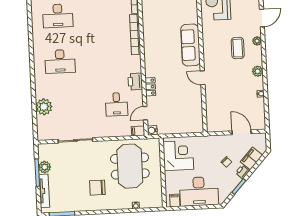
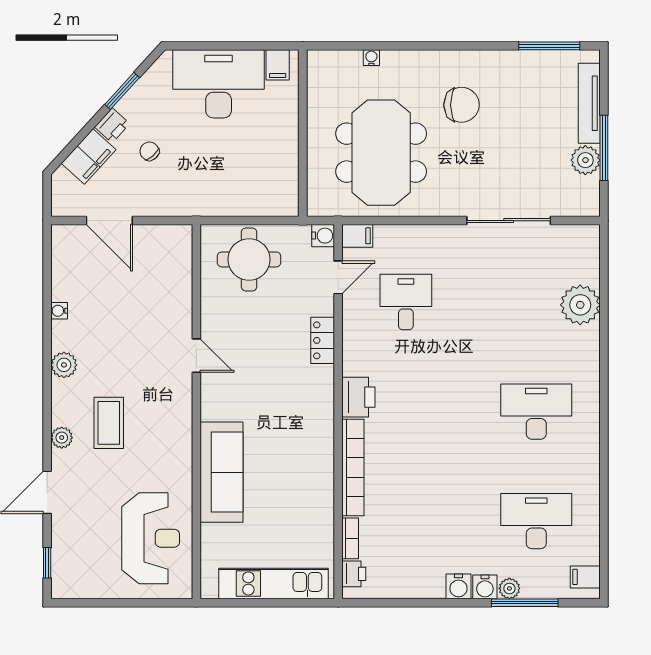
sofa: (190, 45) -> (222, 472), moved
printer: (135, 82) -> (358, 397), moved
round table: (183, 119) -> (249, 259), added
corner desk: (178, 155) -> (264, 172), removed

